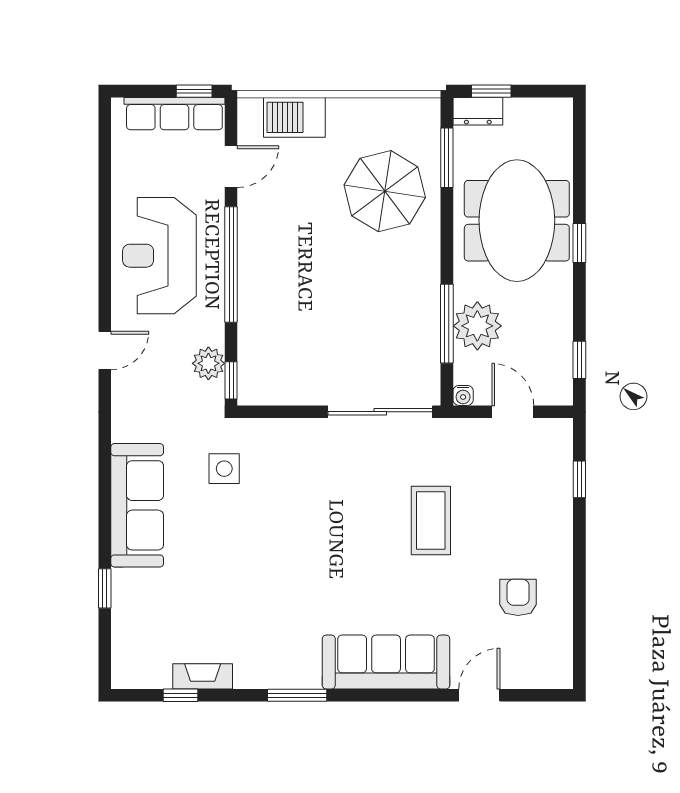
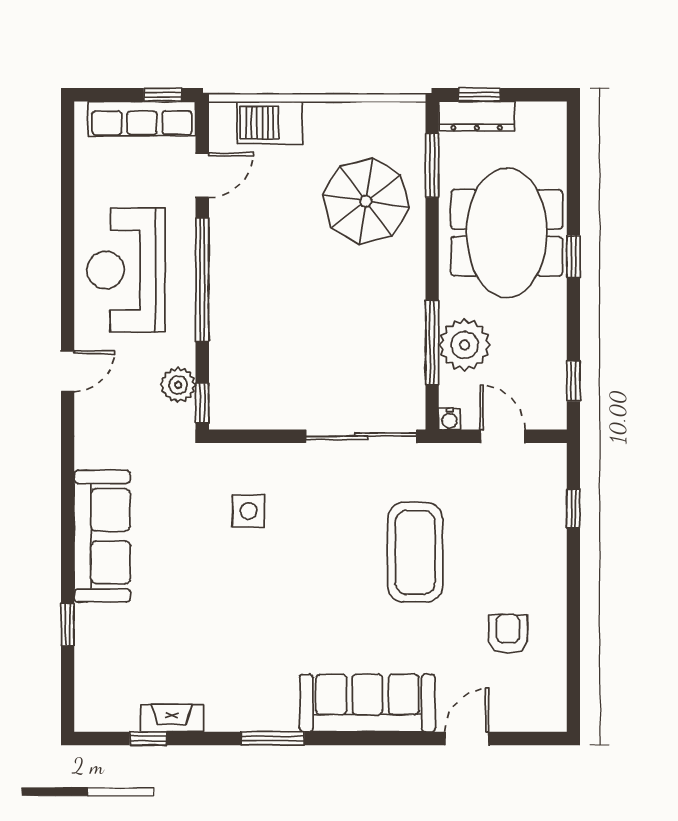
dresser: (478, 111) -> (477, 116), width x1.44
side table: (224, 469) -> (249, 511), moved
coffee table: (431, 521) -> (415, 552), width x1.36, depth x1.32

